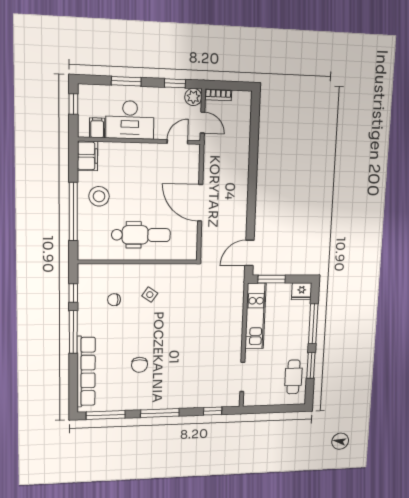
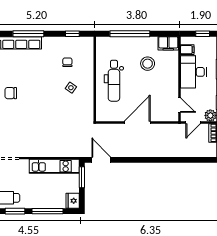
stool: (99, 196) -> (148, 64), moved
window: (73, 332) -> (28, 34), moved
chair: (140, 365) -> (11, 93), moved

